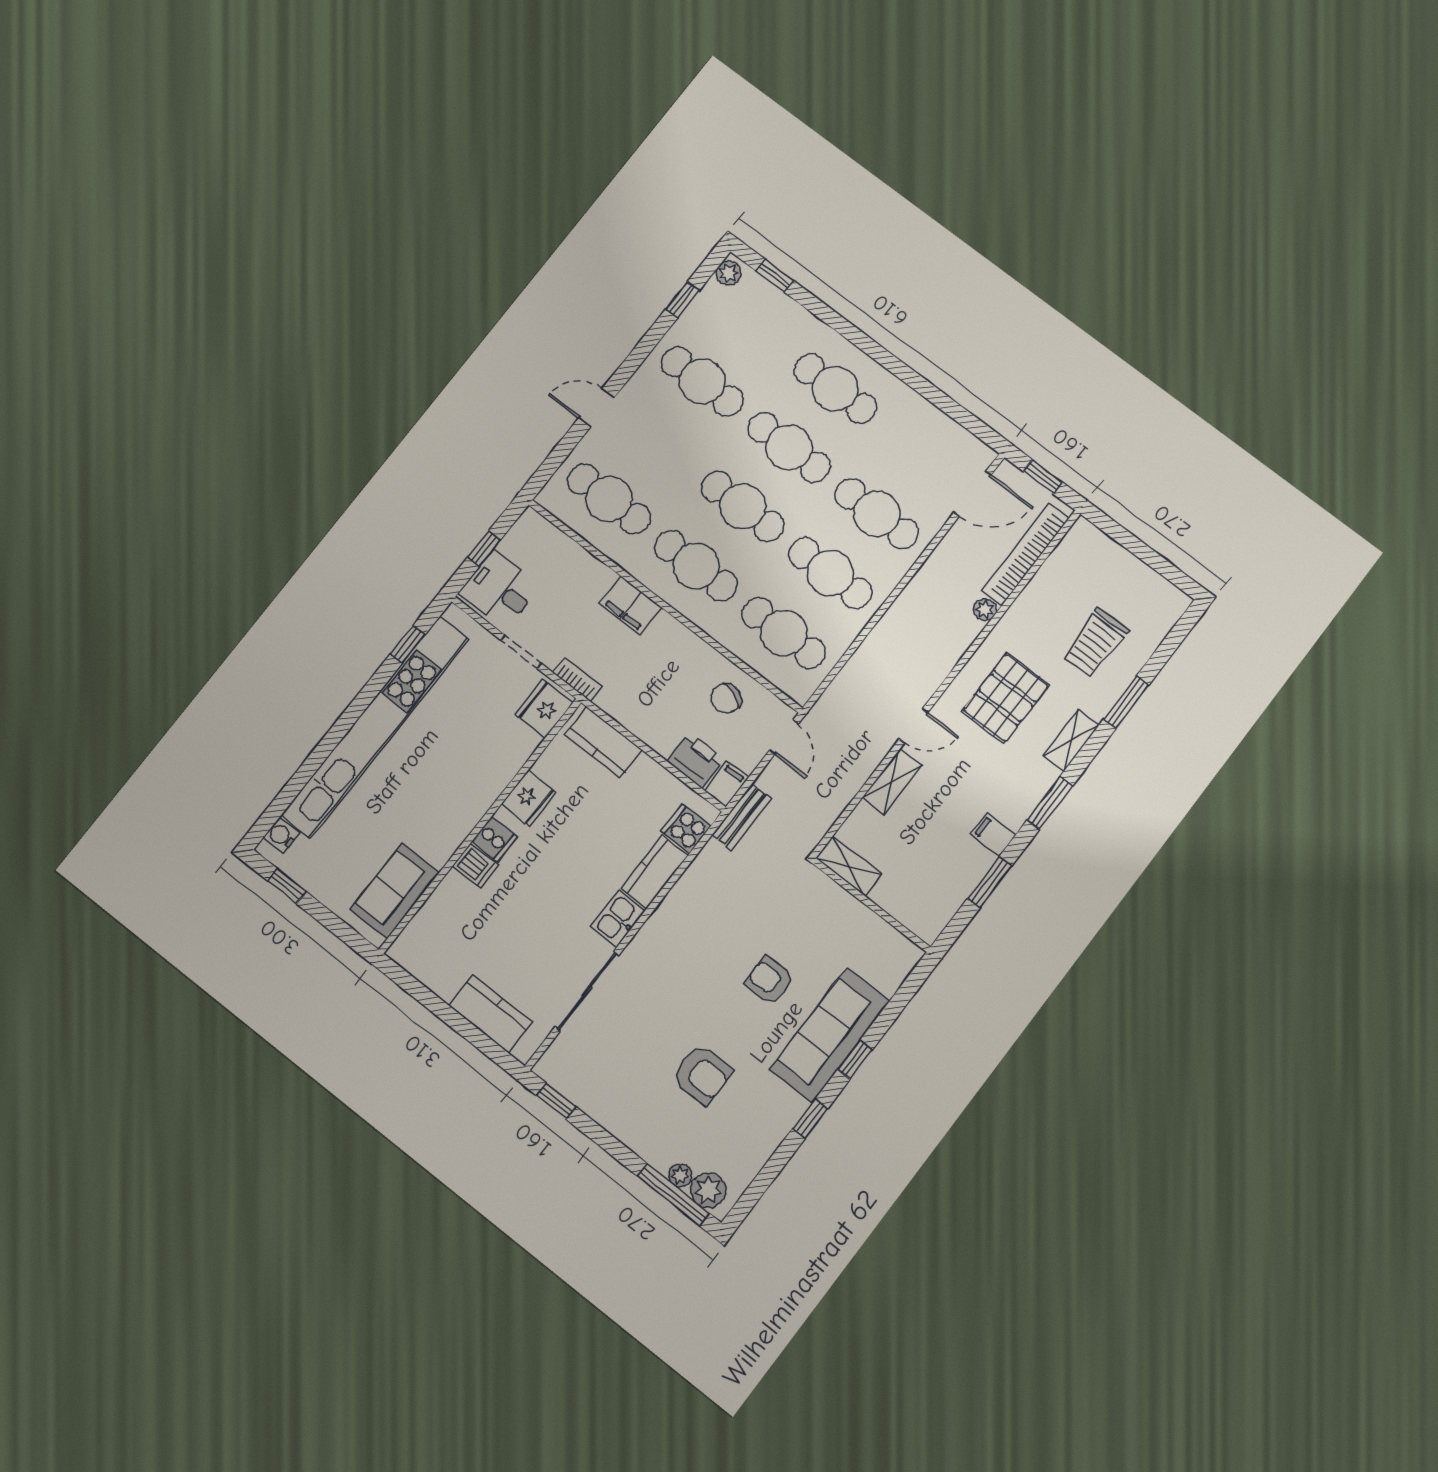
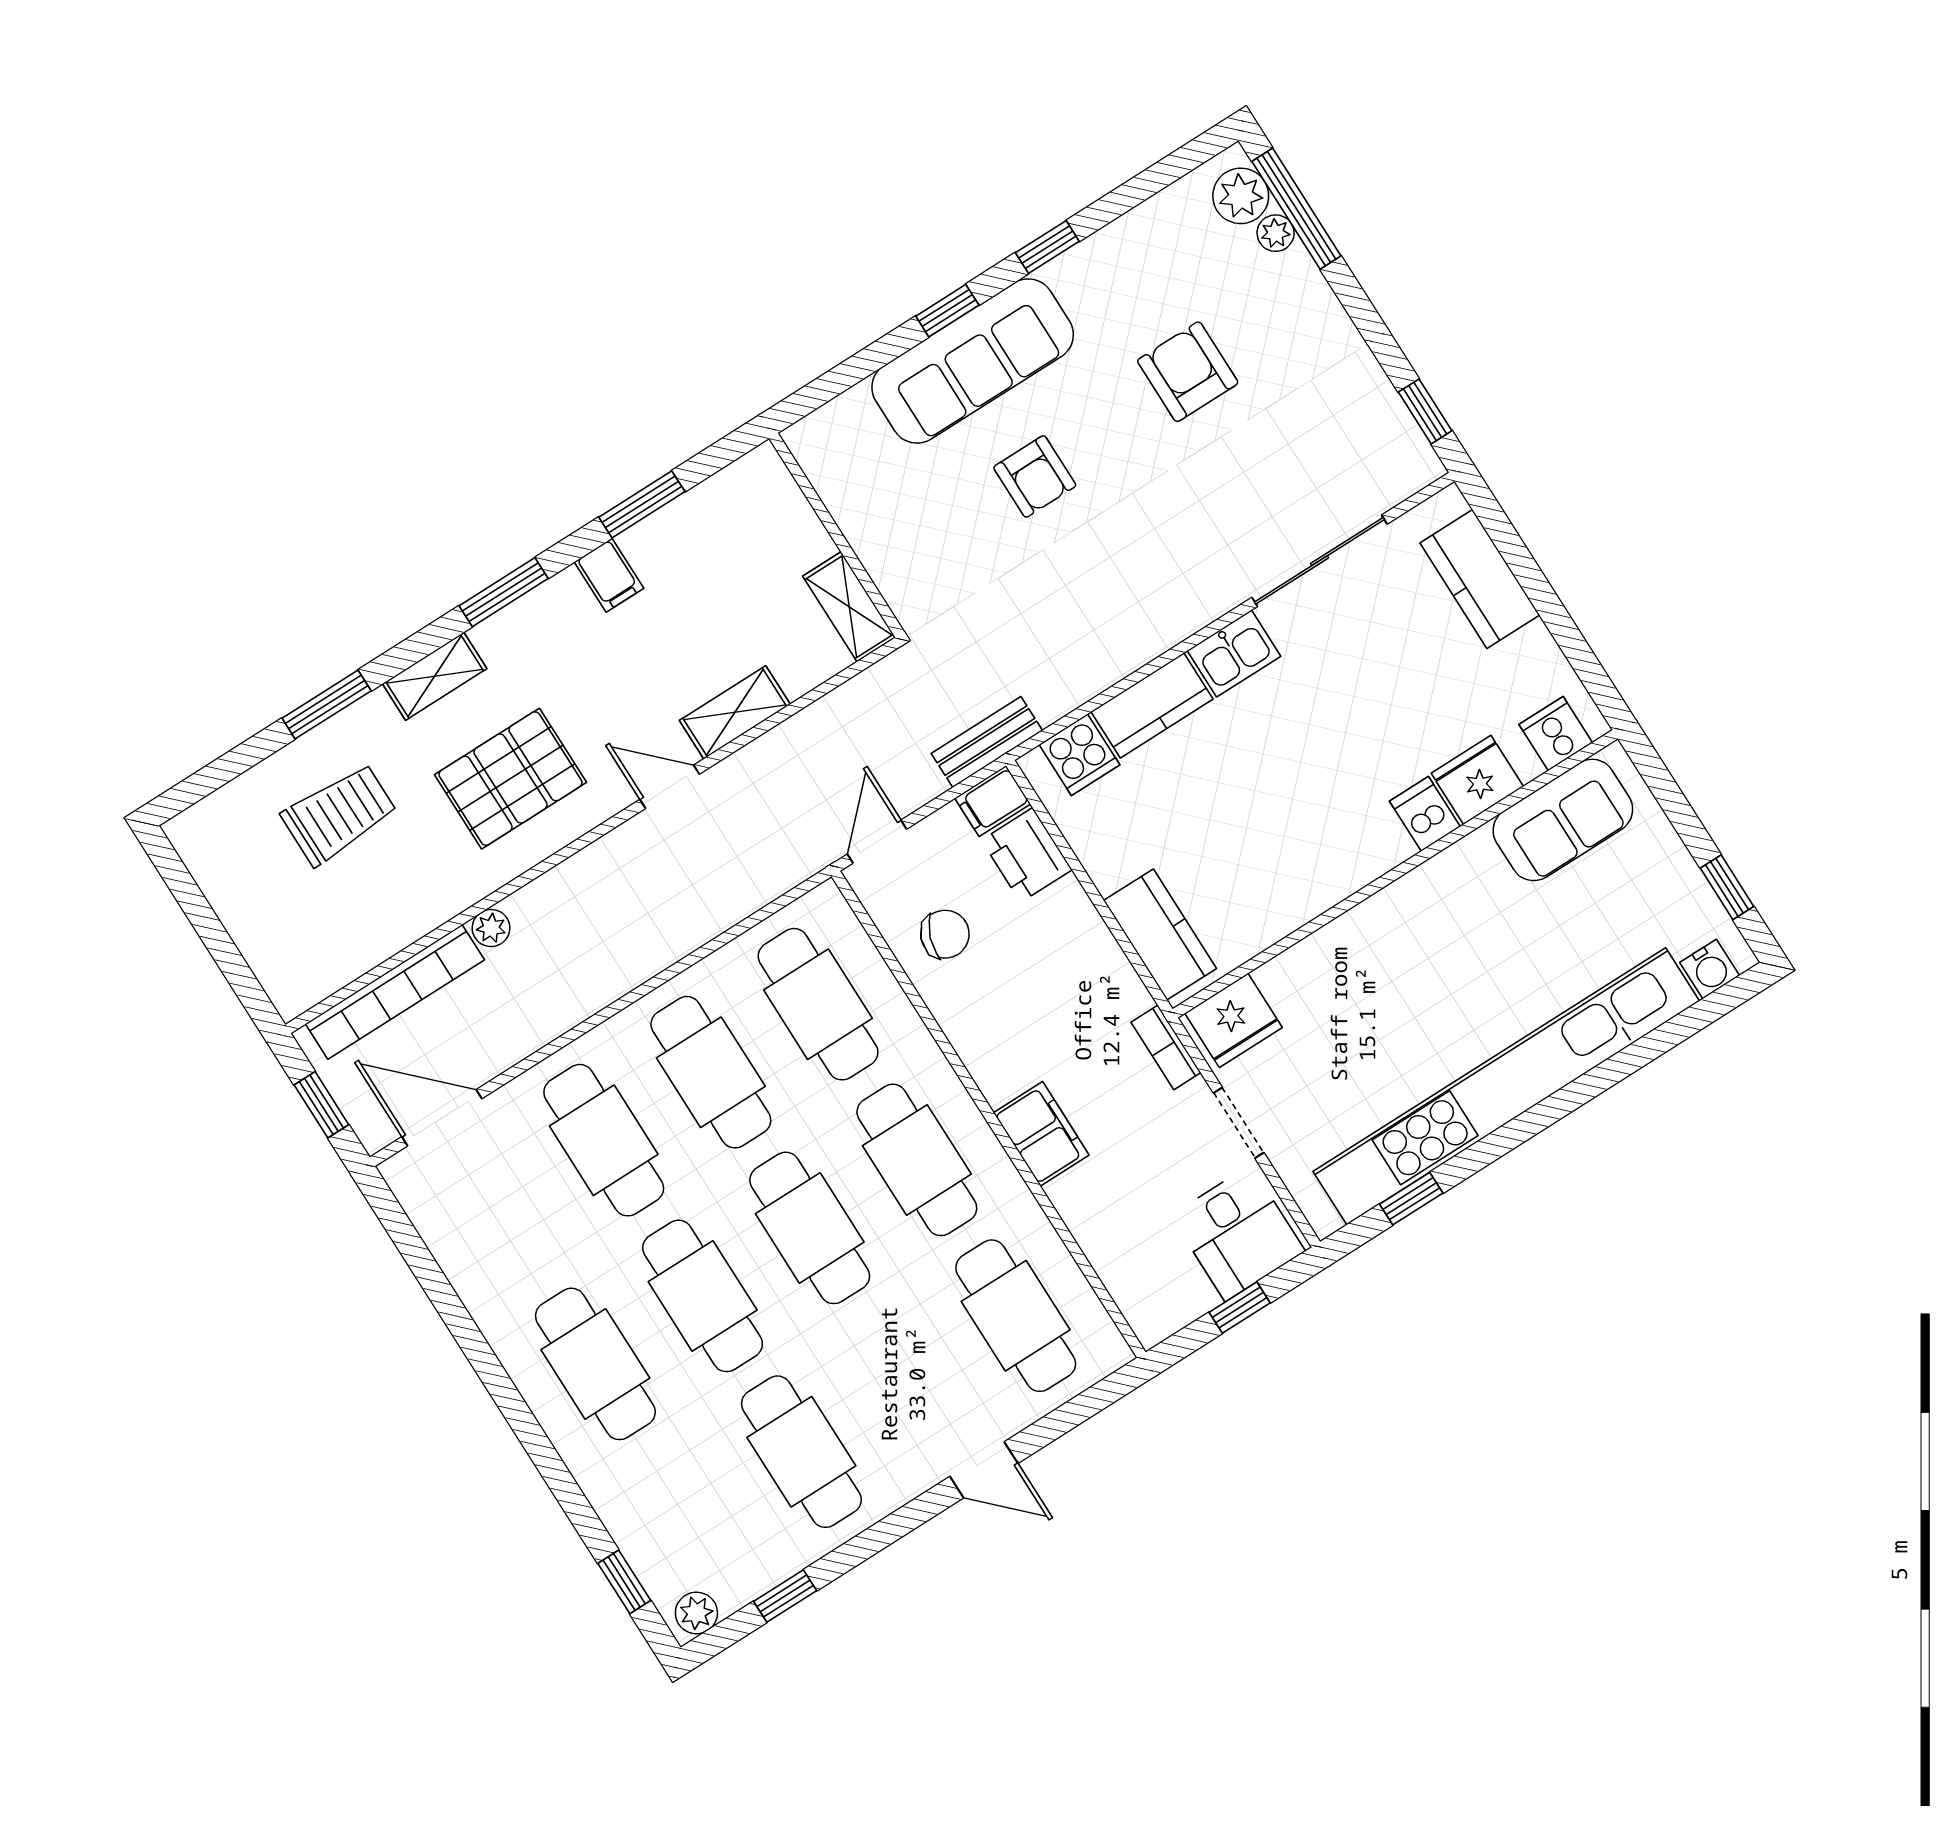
fridge: (529, 798) -> (1477, 780), moved
cooker: (494, 839) -> (1556, 734), moved

